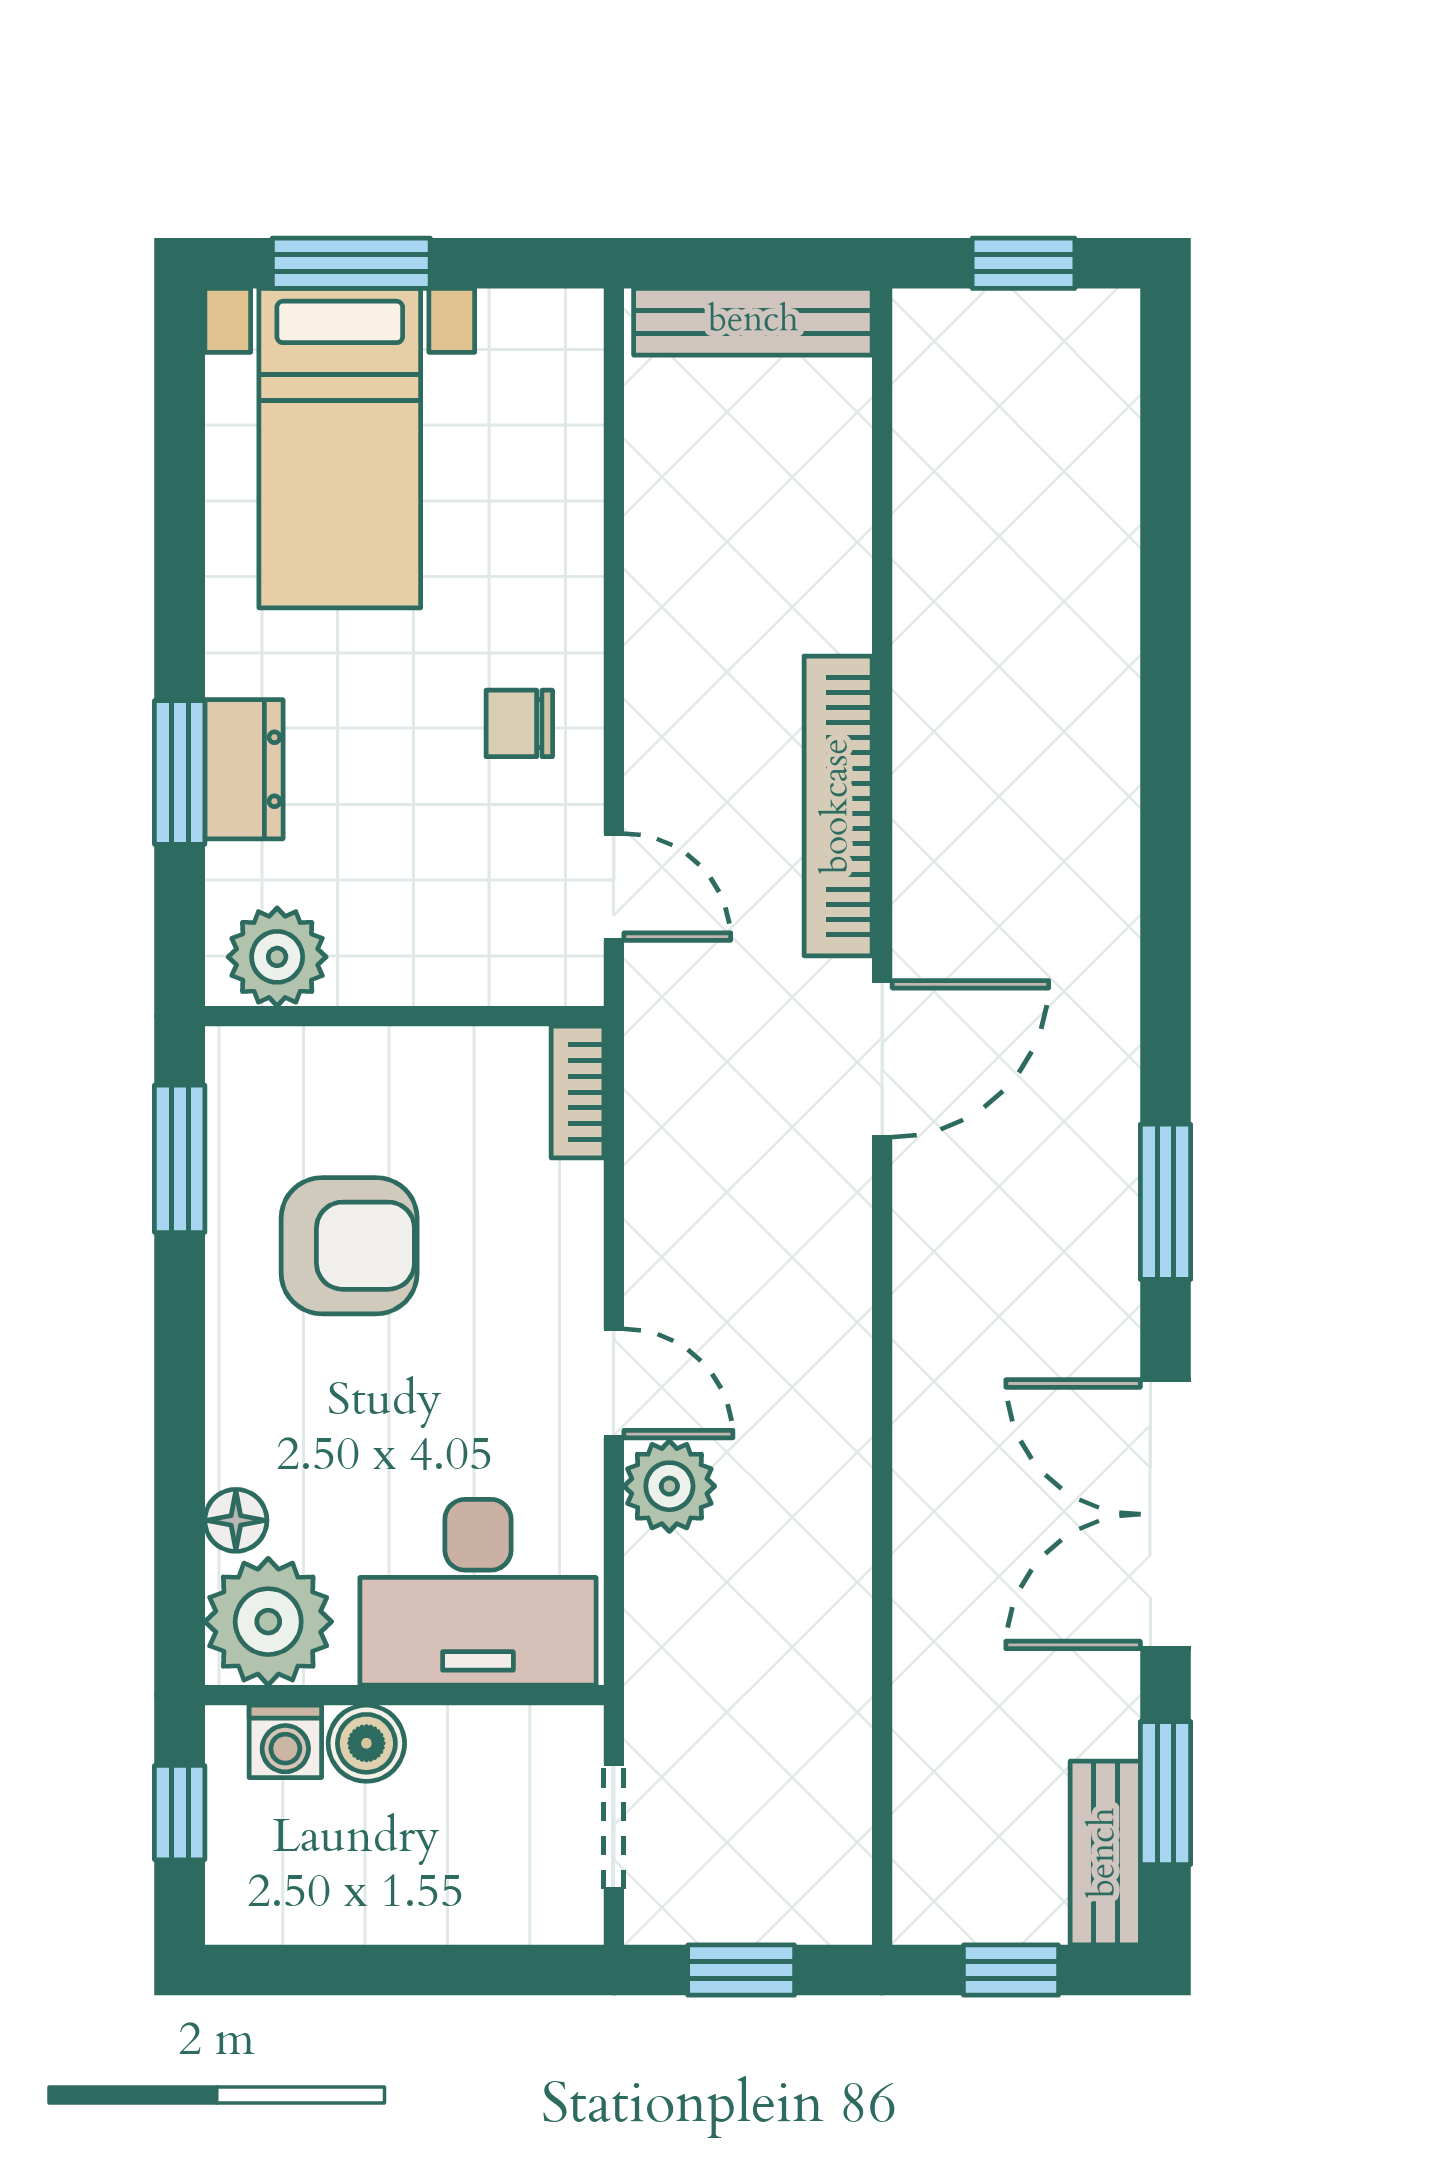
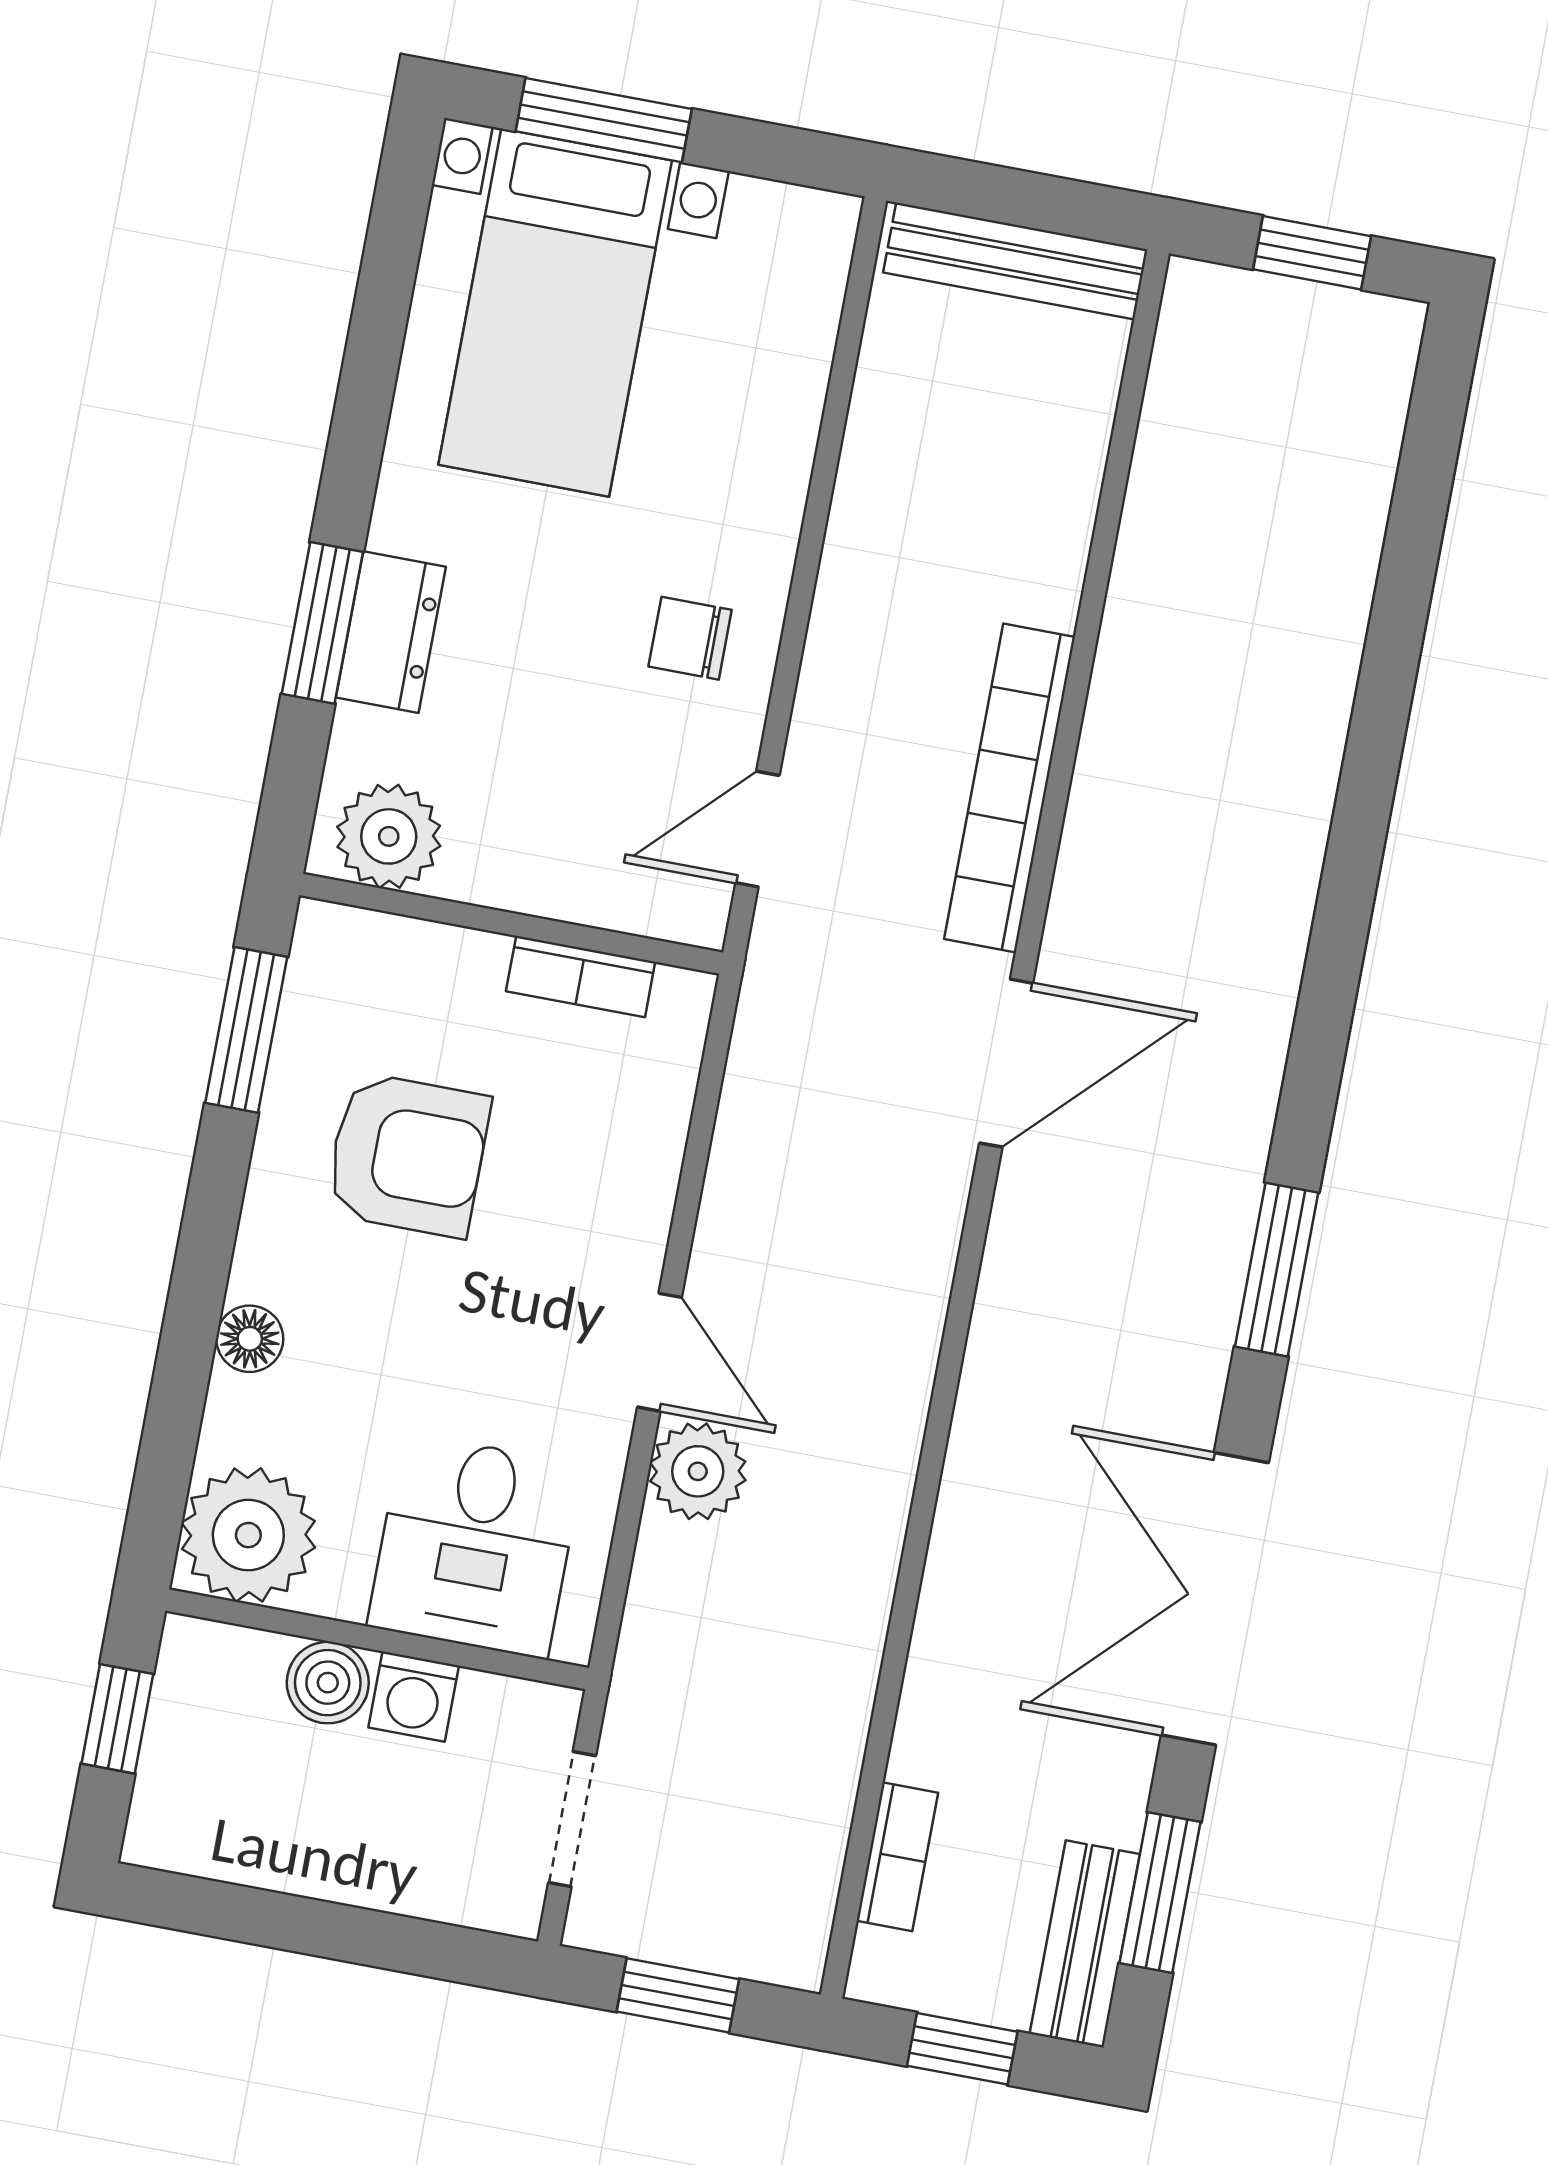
door: (614, 887) -> (757, 829), swing flipped
bookcase: (577, 1092) -> (581, 977), moved, turned -90
floor lamp: (236, 1520) -> (250, 1339), moved
desk: (478, 1592) -> (475, 1545), width x0.73
washing machine: (285, 1741) -> (414, 1697), moved
bookcase: (919, 1805) -> (897, 1857), added

